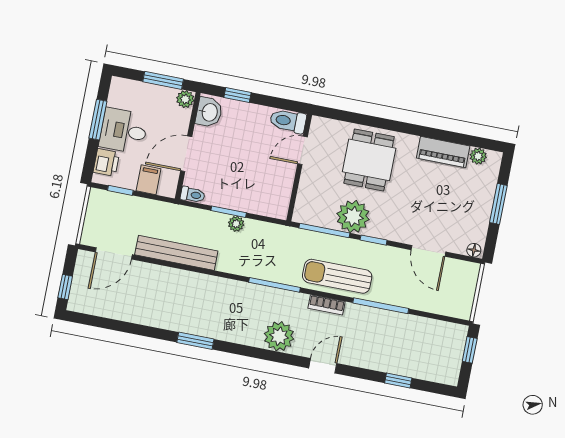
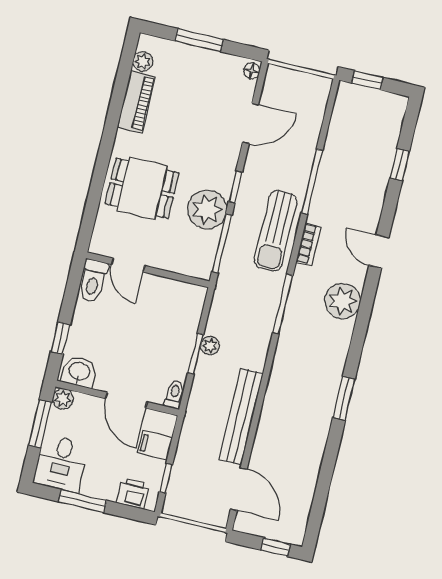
desk: (124, 131) -> (61, 463), moved

